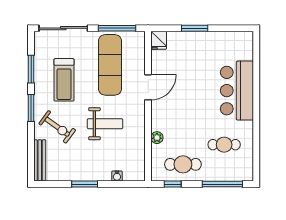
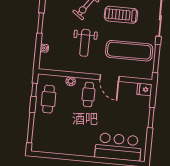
bar counter: (237, 91) -> (118, 147), moved
cafe table: (224, 145) -> (88, 94), moved

